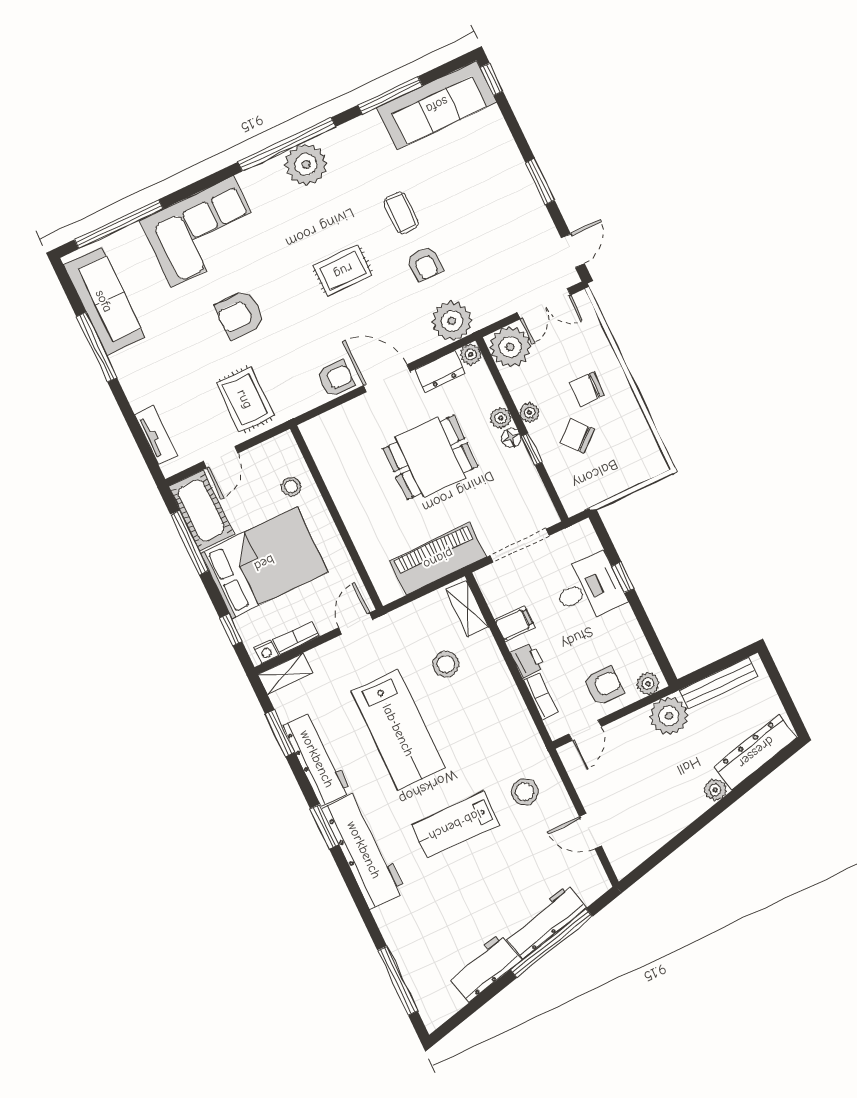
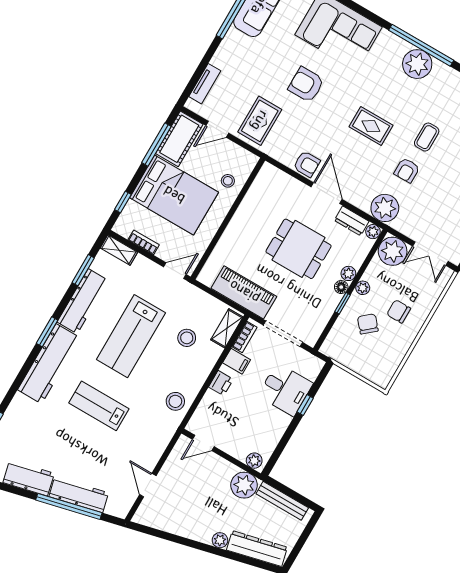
nightstand: (266, 652) -> (124, 231), removed
armchair: (603, 685) -> (236, 436), removed
bookcase: (540, 696) -> (245, 337), moved
stool: (525, 792) -> (175, 401), moved

